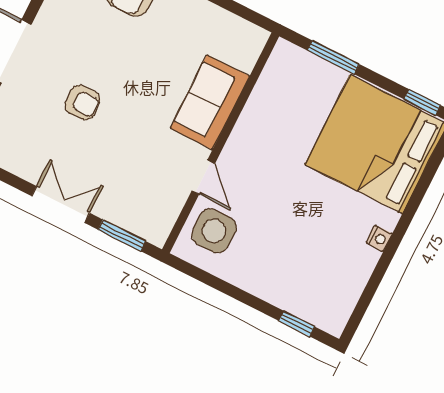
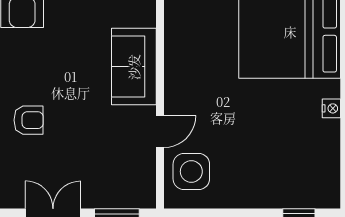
door: (203, 177) -> (160, 131), hinge flipped

